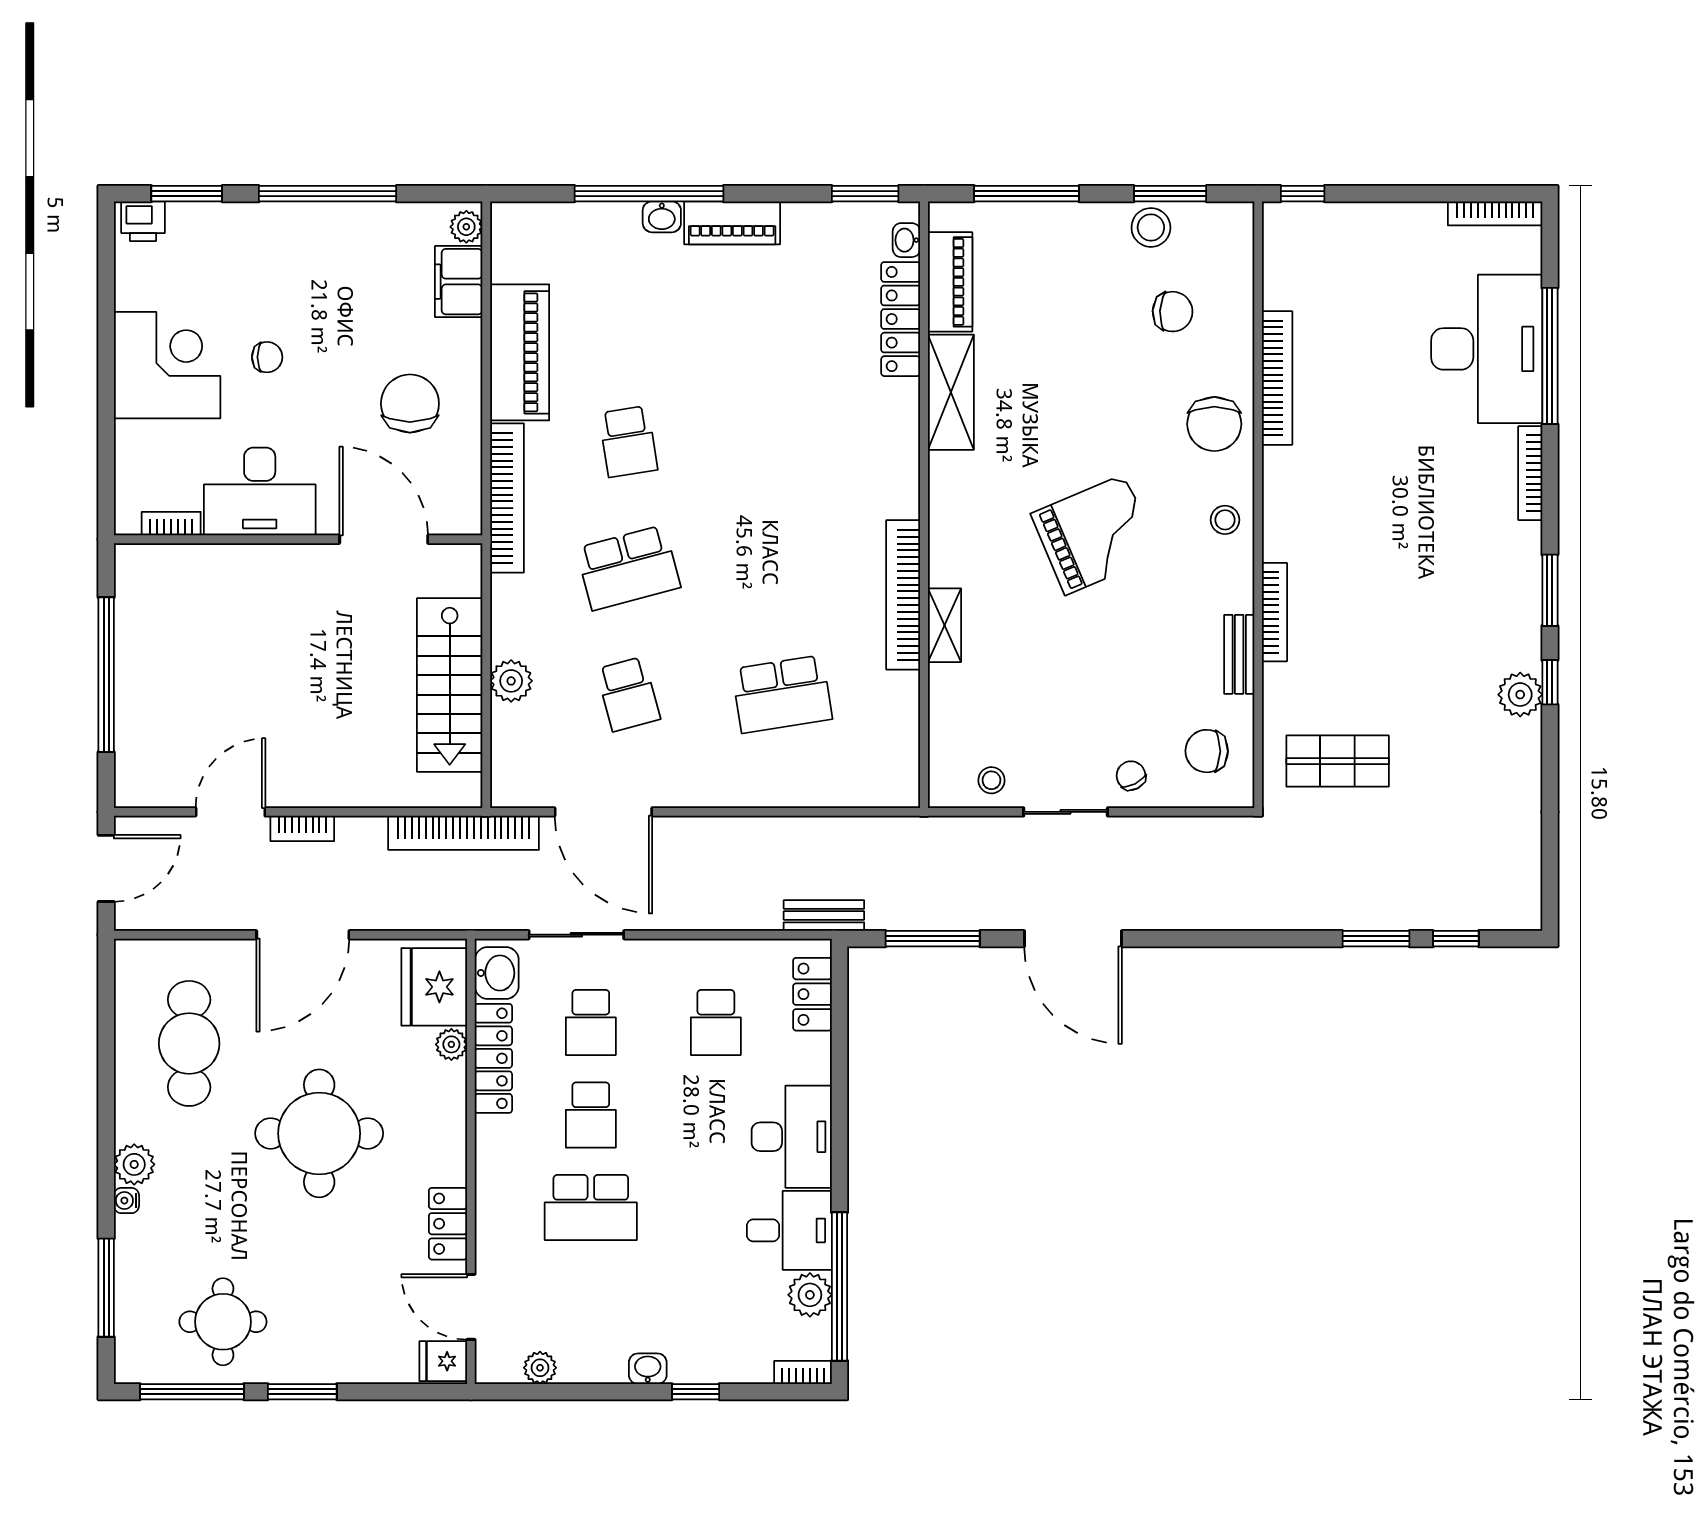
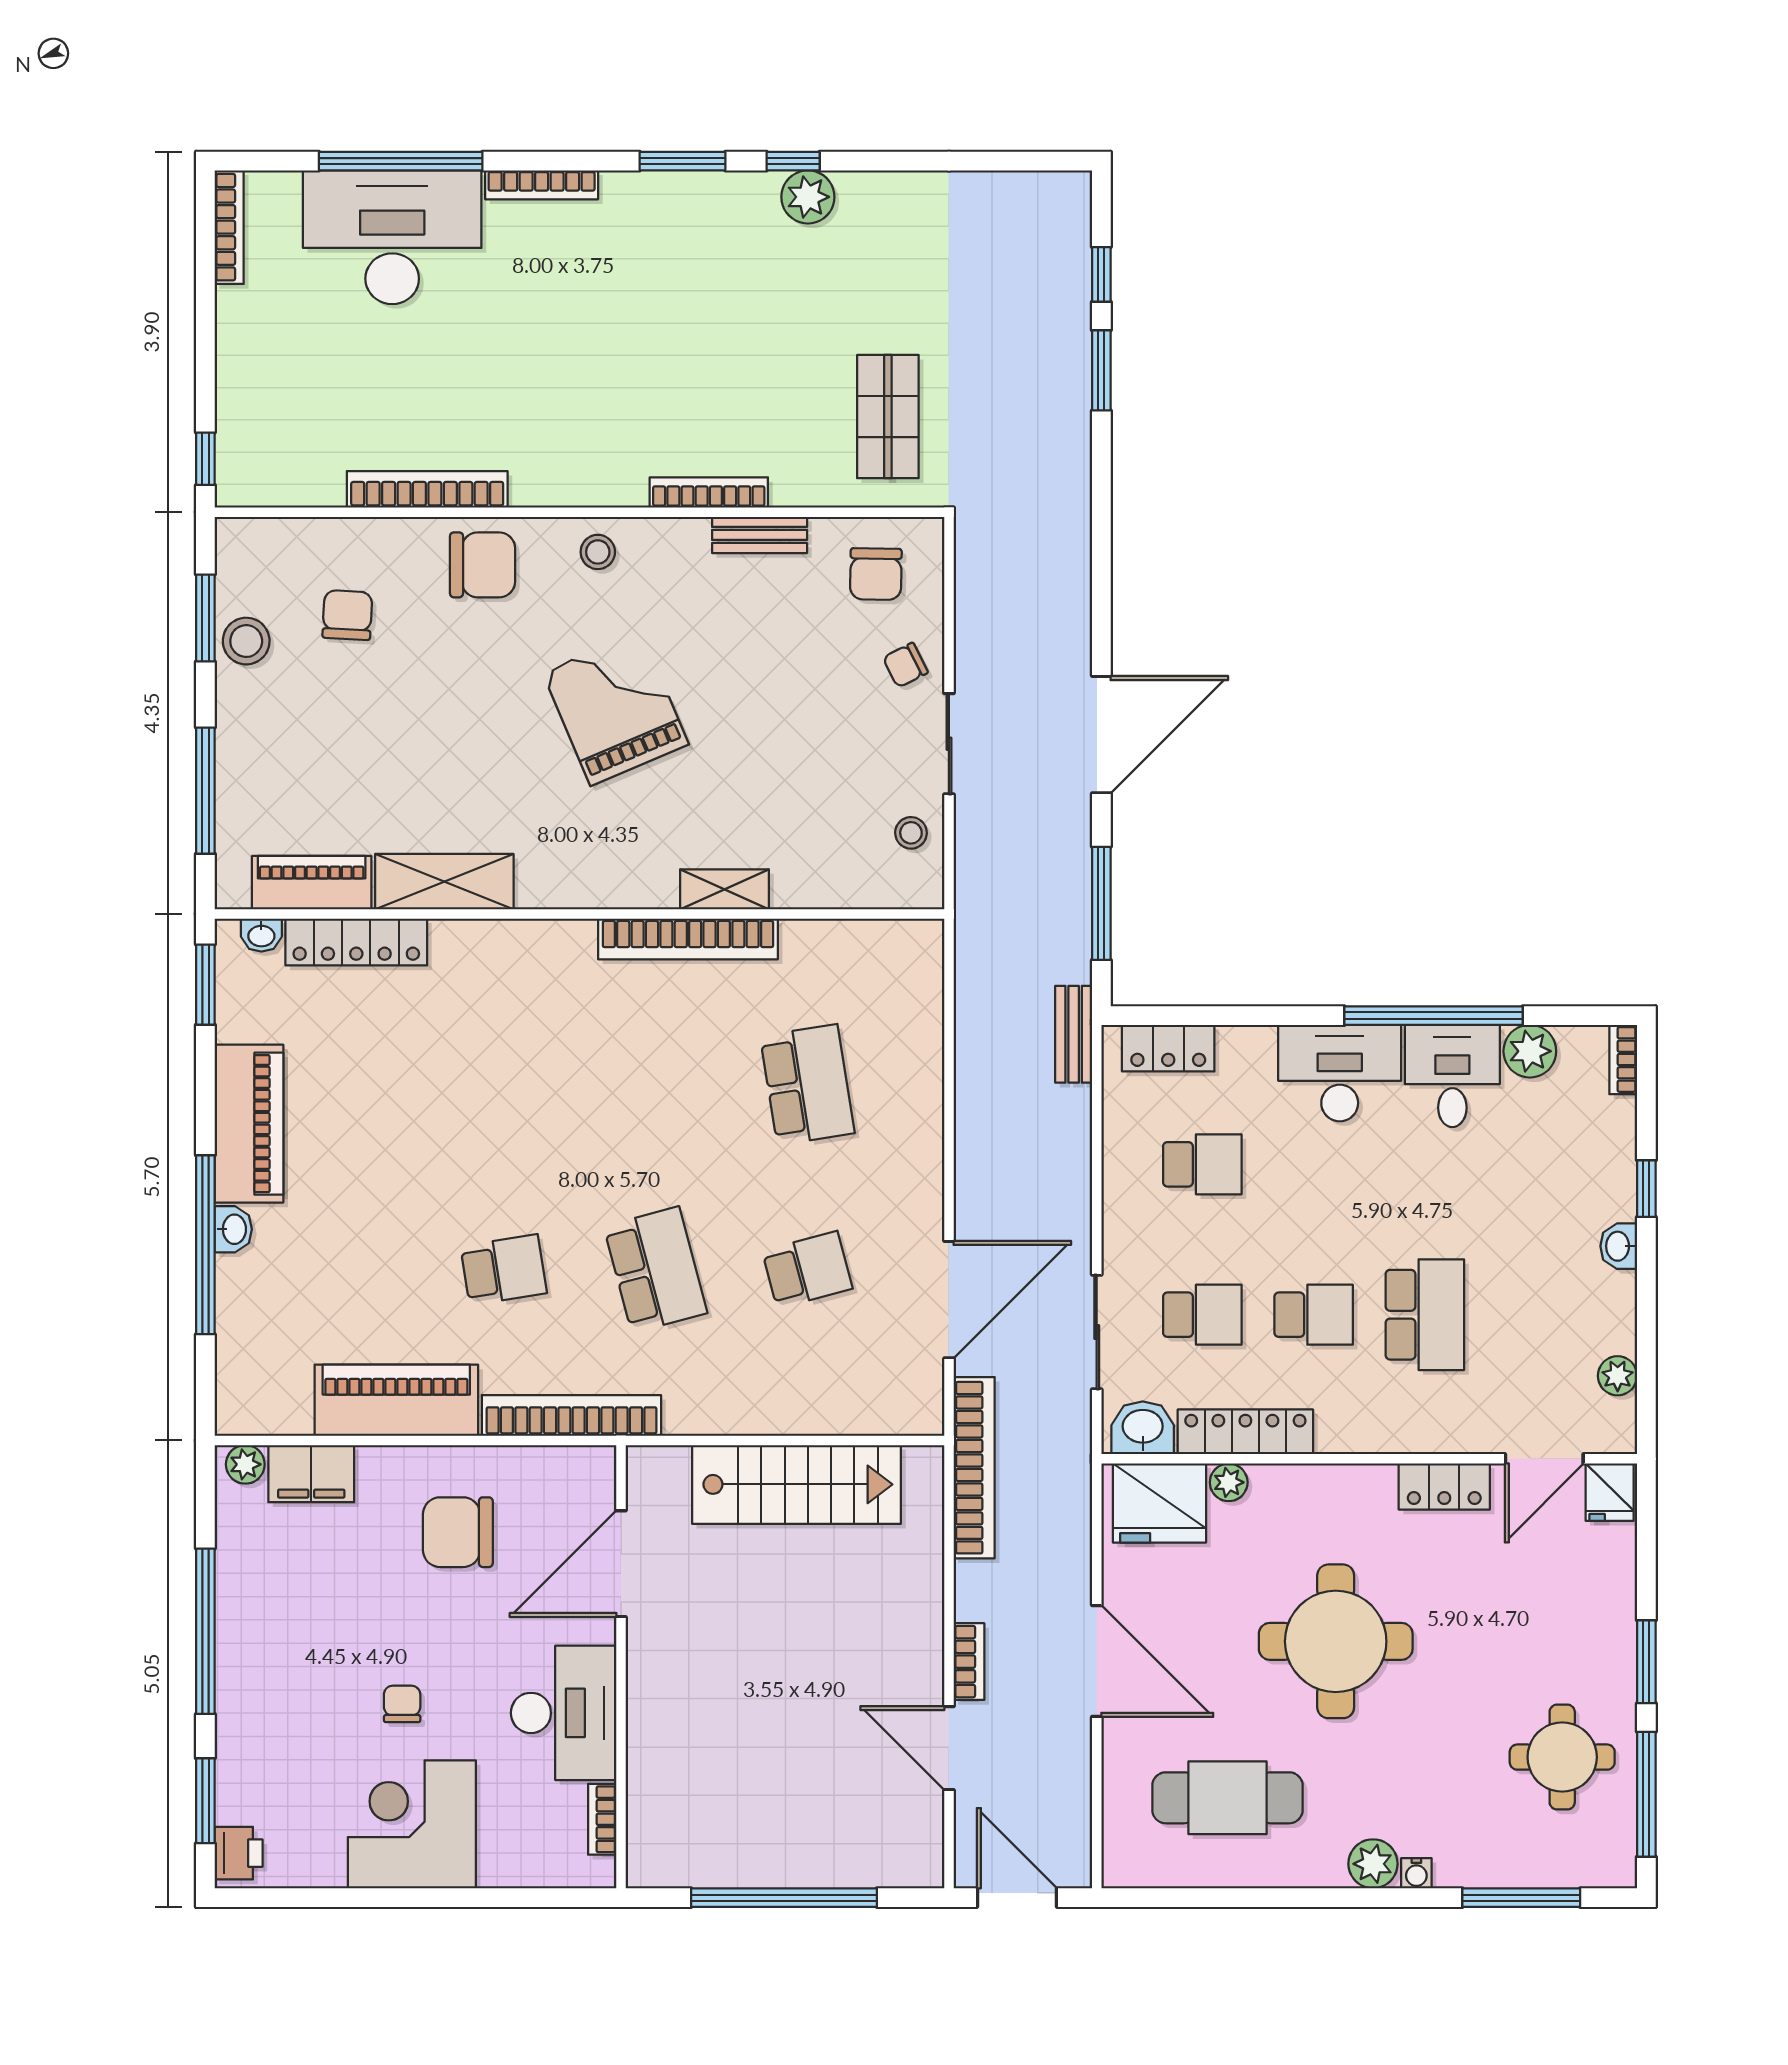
piano: (732, 223) -> (249, 1124), width x1.37, depth x1.33
plant: (511, 681) -> (792, 1410), removed
window: (840, 1287) -> (1434, 1016), moved

